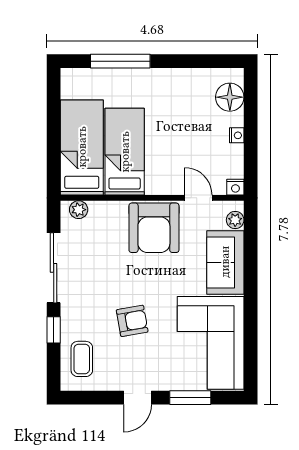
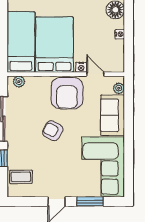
bed: (125, 152) -> (54, 45), width x1.50
nightstand: (235, 187) -> (81, 67), moved
armchair: (132, 321) -> (53, 131), moved, turned -141
coffee table: (82, 359) -> (21, 177), turned 90

